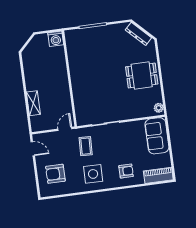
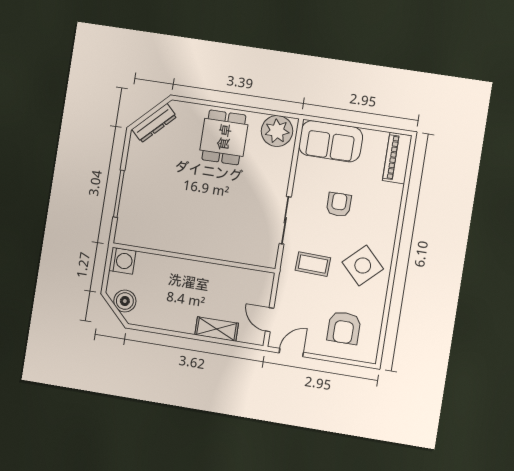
boiler: (33, 47) -> (125, 301), added
plant: (159, 108) -> (277, 131), width x1.88, depth x1.88
door: (65, 129) -> (270, 320), moved
armchair: (126, 171) -> (339, 205), moved
side table: (93, 174) -> (363, 266), turned 45

